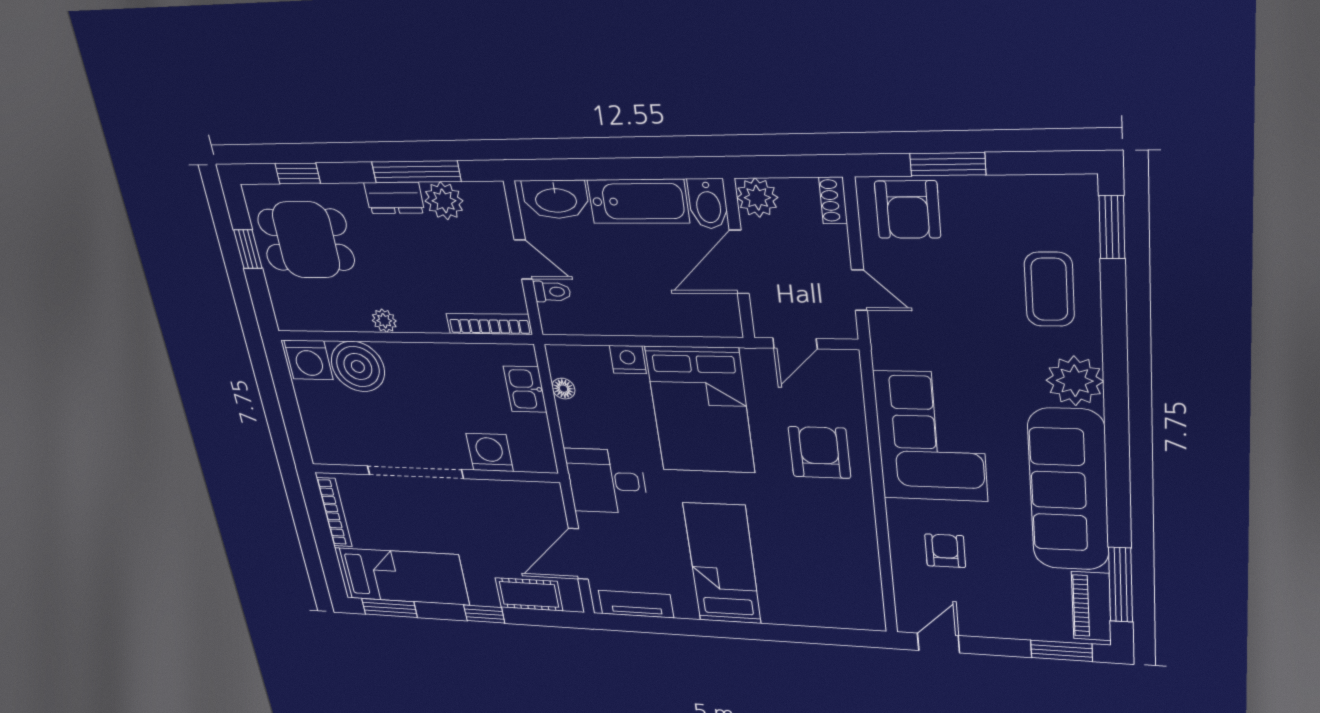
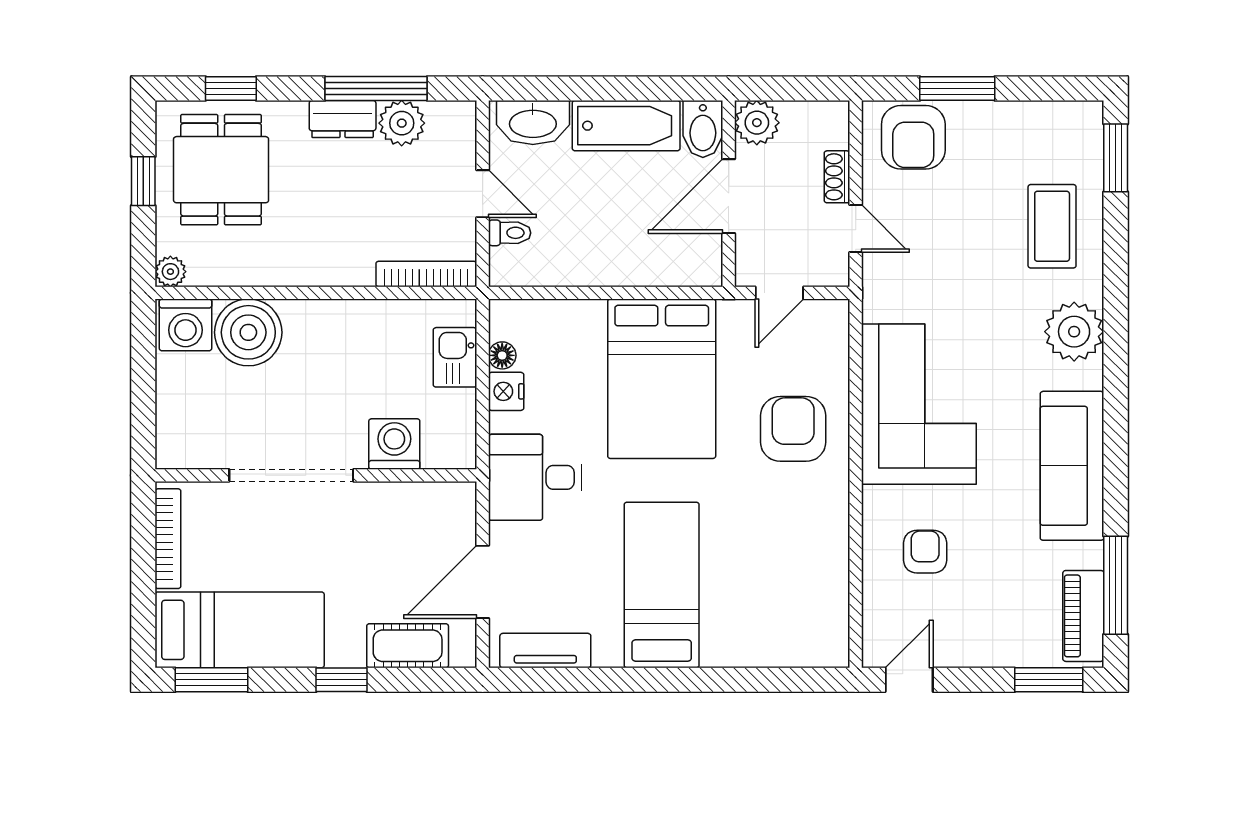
shoe rack: (833, 200) -> (837, 177), moved
dining table: (306, 240) -> (221, 170), turned 90
plant: (384, 321) -> (170, 272), moved
nightstand: (628, 360) -> (506, 391), moved, turned -90
sofa: (1069, 490) -> (1072, 466), width x0.74, depth x0.79

